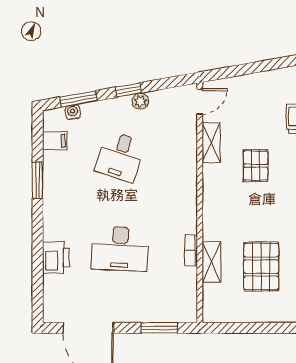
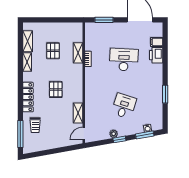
filing cabinet: (55, 141) -> (157, 42), moved
pallet: (256, 166) -> (56, 89), moved
pallet: (261, 267) -> (53, 51), width x0.67, depth x0.71

